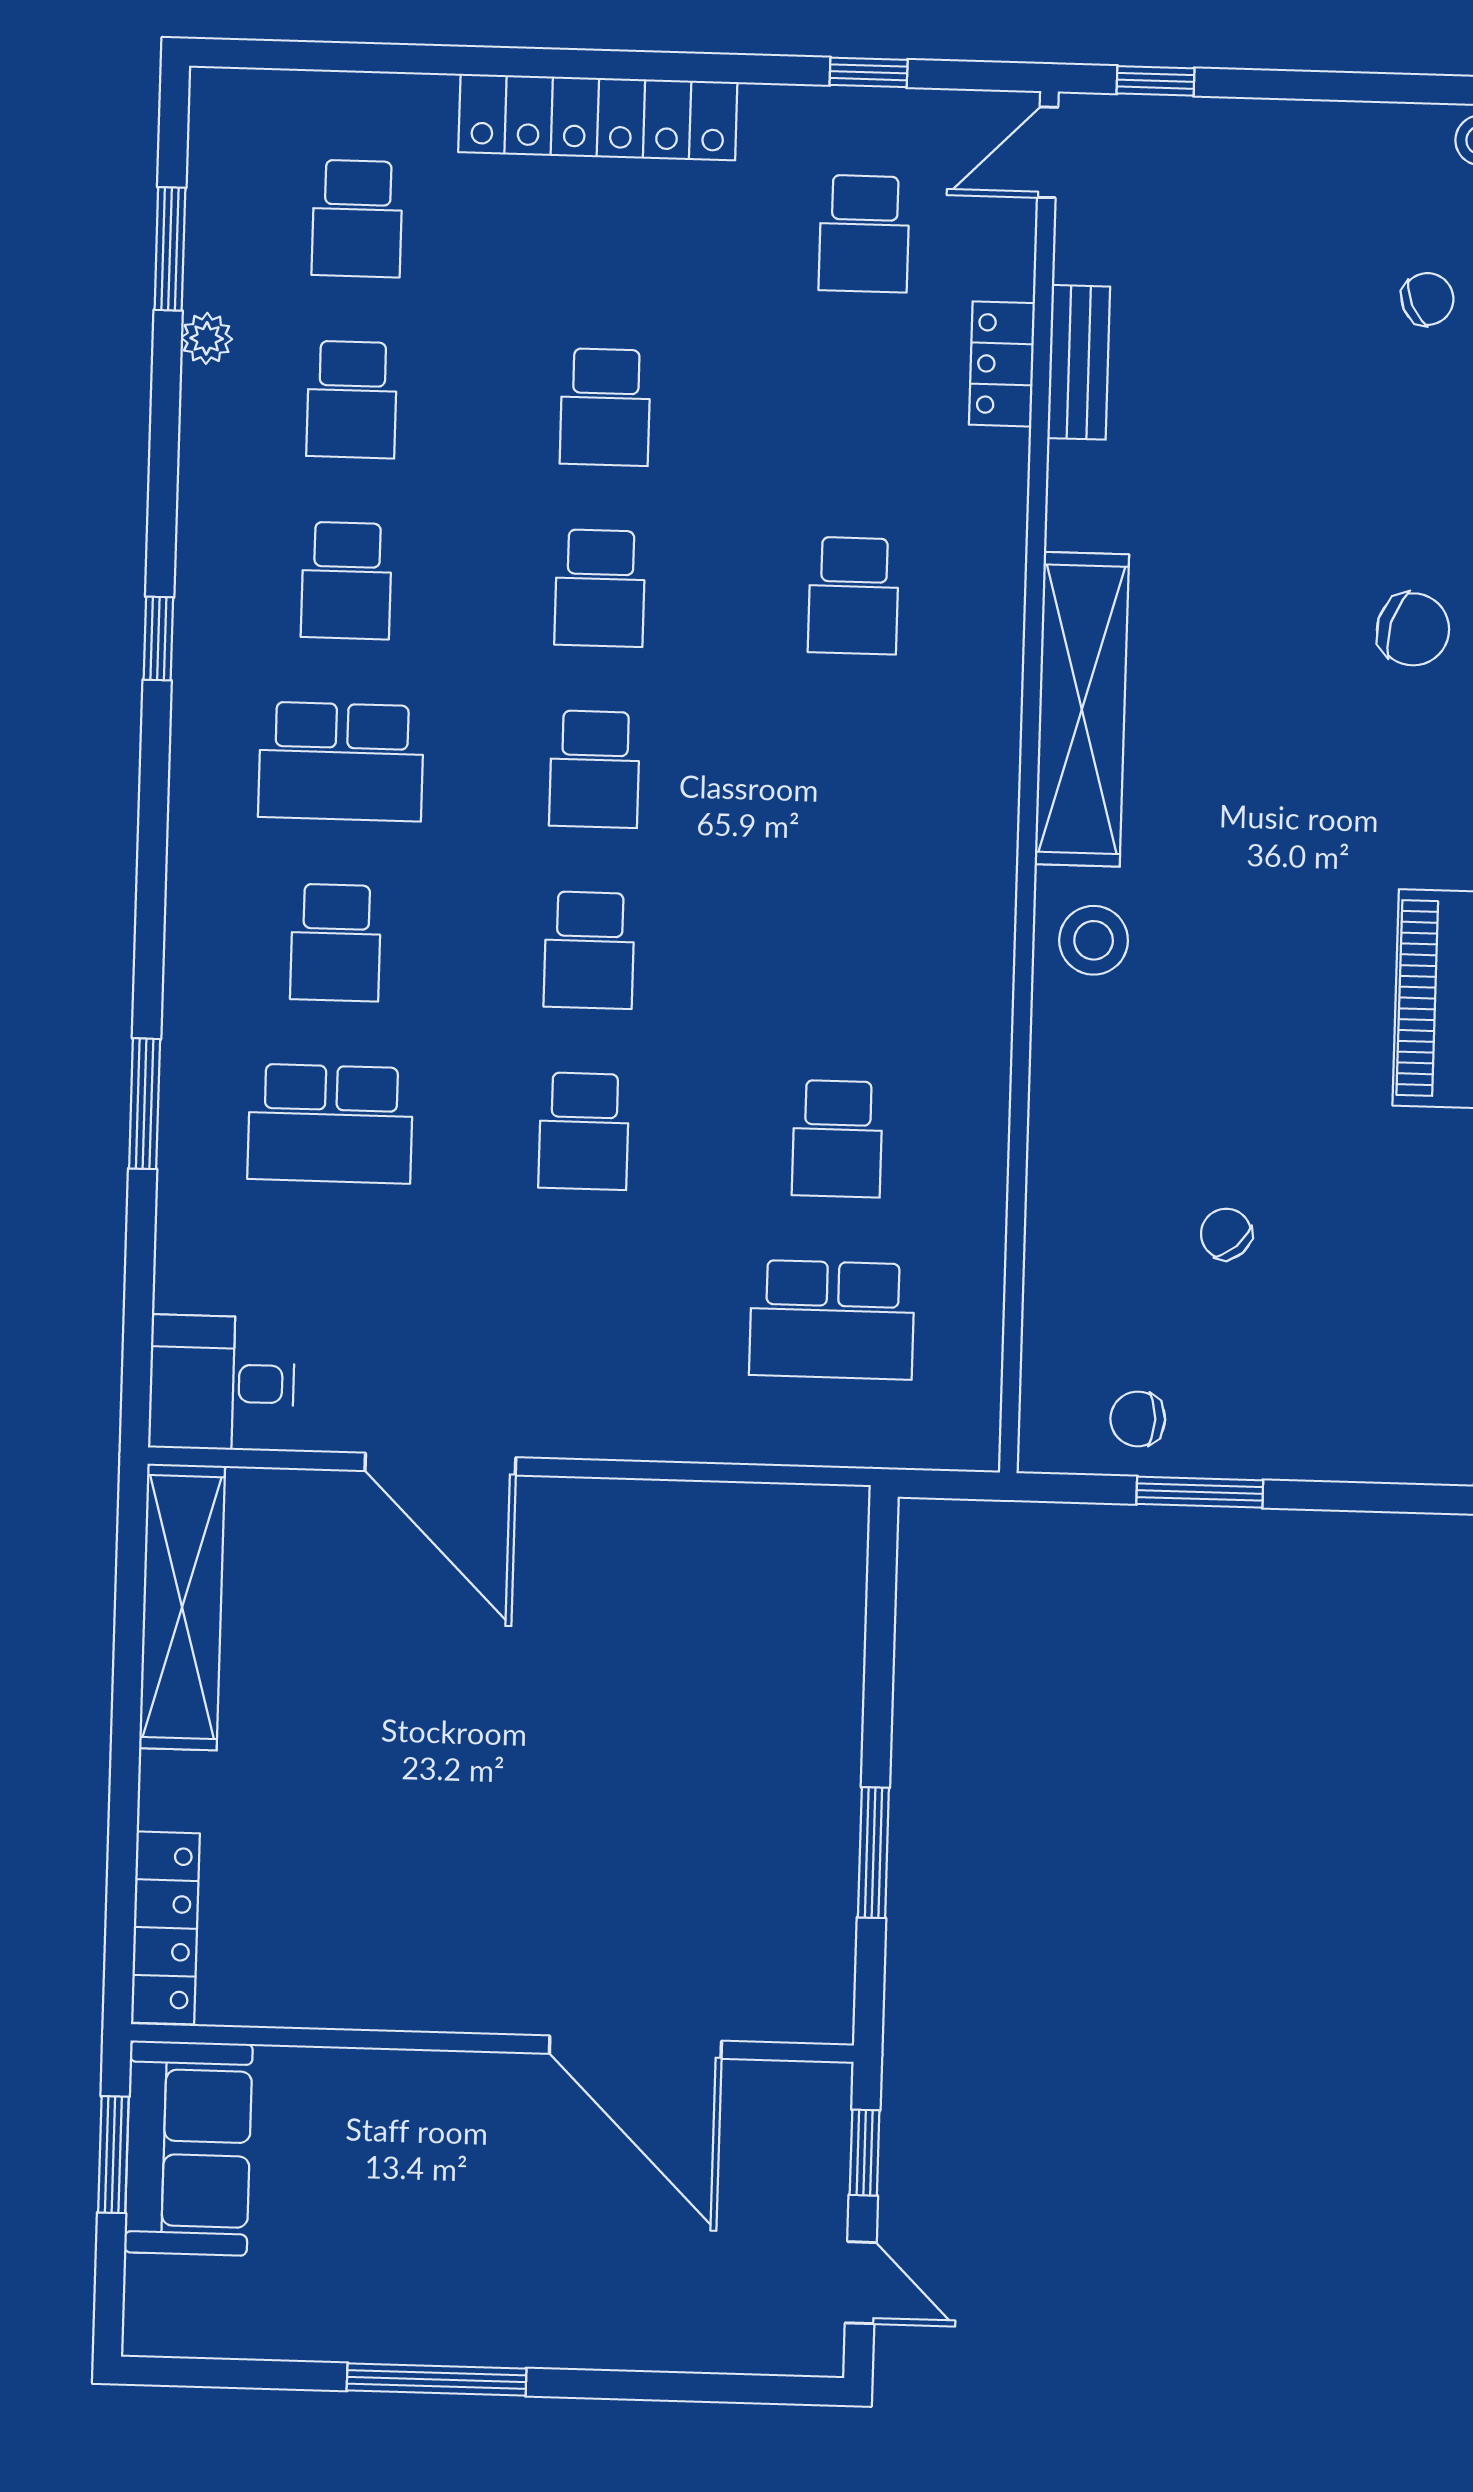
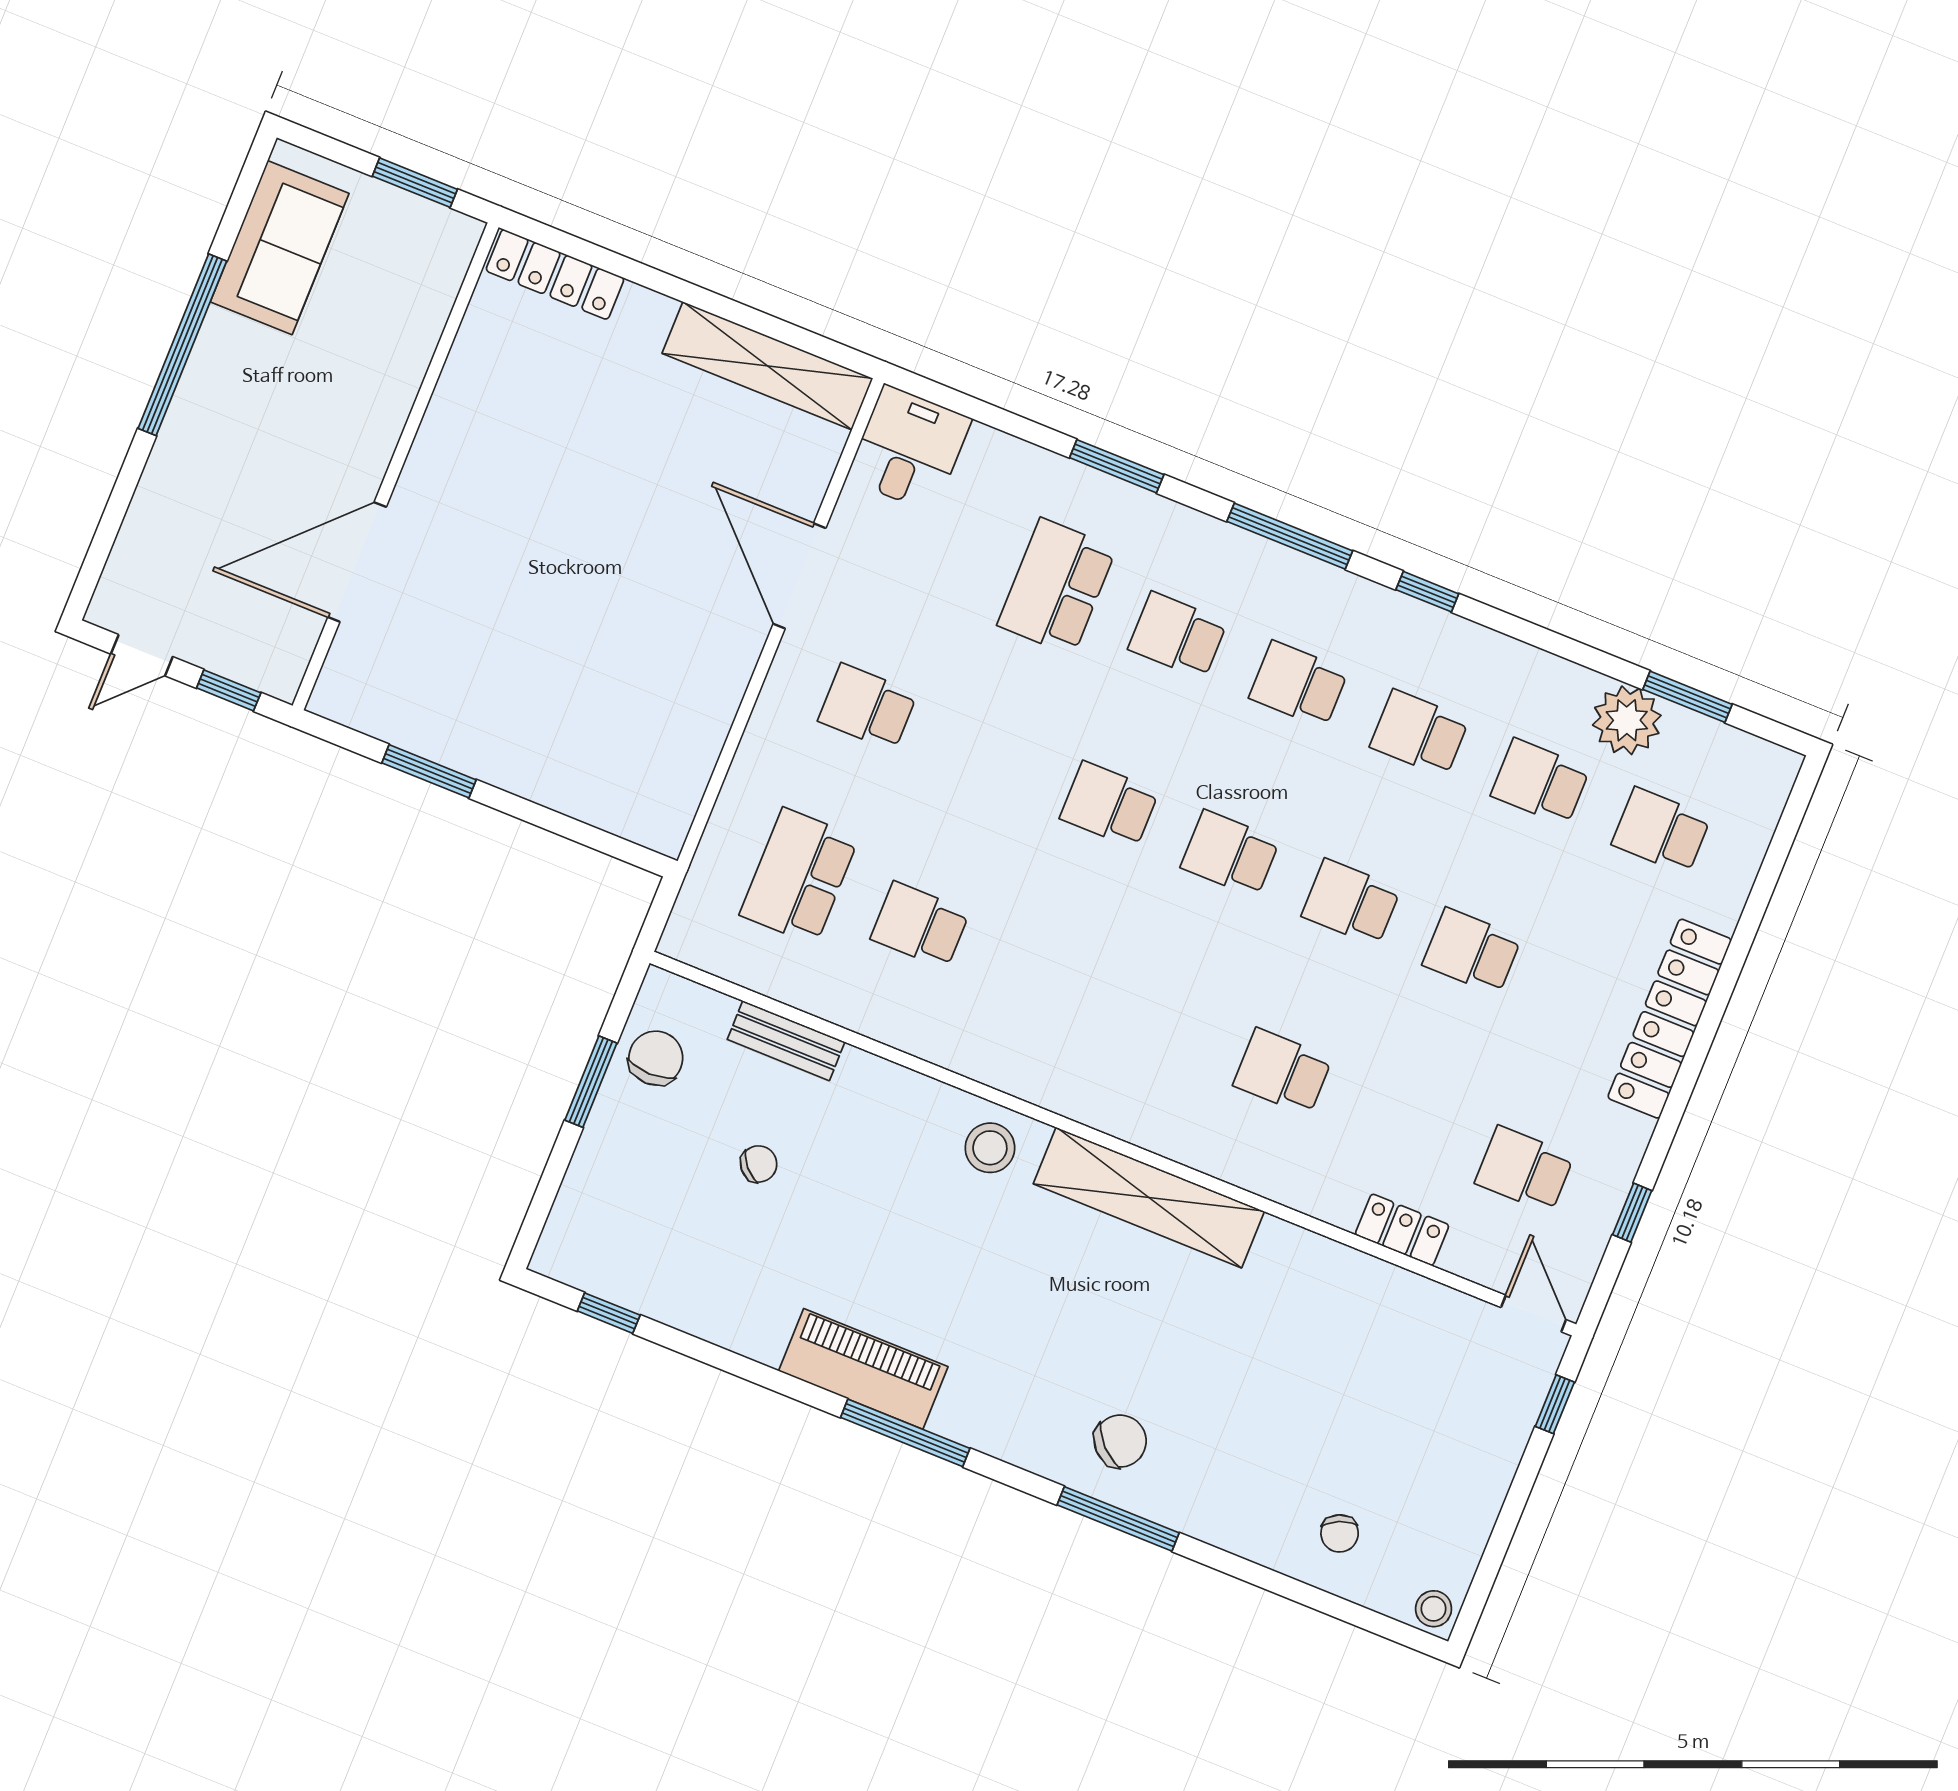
plant: (207, 338) -> (1627, 720), width x1.88, depth x1.88
bench: (1079, 362) -> (786, 1041), moved
chair: (1413, 629) -> (1120, 1441), turned -151
school desk: (341, 762) -> (1299, 684), width x0.54
window: (152, 844) -> (1290, 536), added
school desk: (584, 1131) -> (868, 707), moved
chair: (1138, 1419) -> (656, 1058), width x1.37, depth x1.37
door: (440, 1464) -> (799, 576), hinge flipped
sofa: (188, 2148) -> (280, 248), moved, turned -90
window: (437, 2380) -> (182, 345), width x1.46

